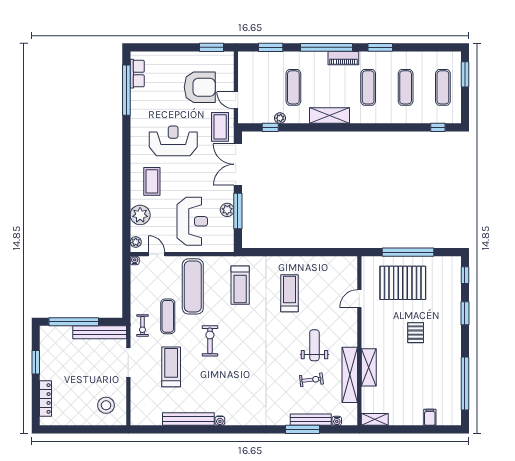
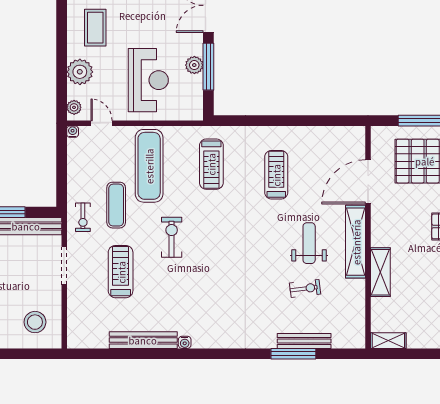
door: (359, 299) -> (368, 182), width x1.88
shelving: (350, 375) -> (356, 242), moved
water cooler: (337, 421) -> (338, 342), removed

